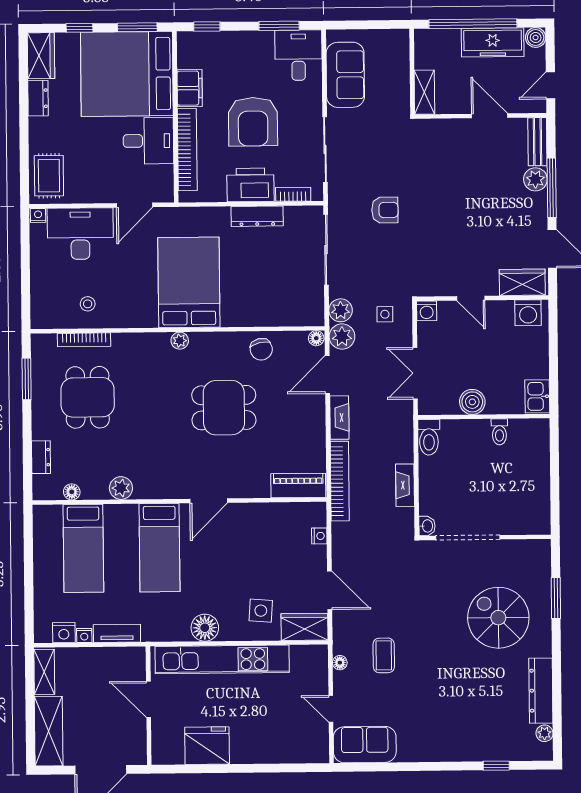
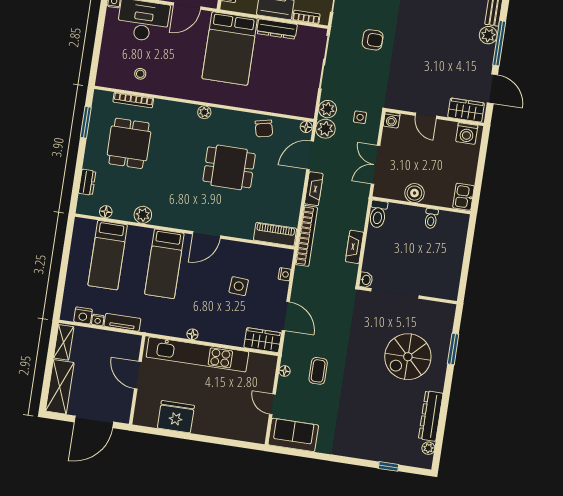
bed: (189, 282) -> (230, 49), moved, turned 180
side table: (261, 611) -> (239, 286), moved
spiral stairs: (498, 618) -> (408, 357), turned -90
floor lamp: (205, 628) -> (192, 334), width x0.53, depth x0.53

